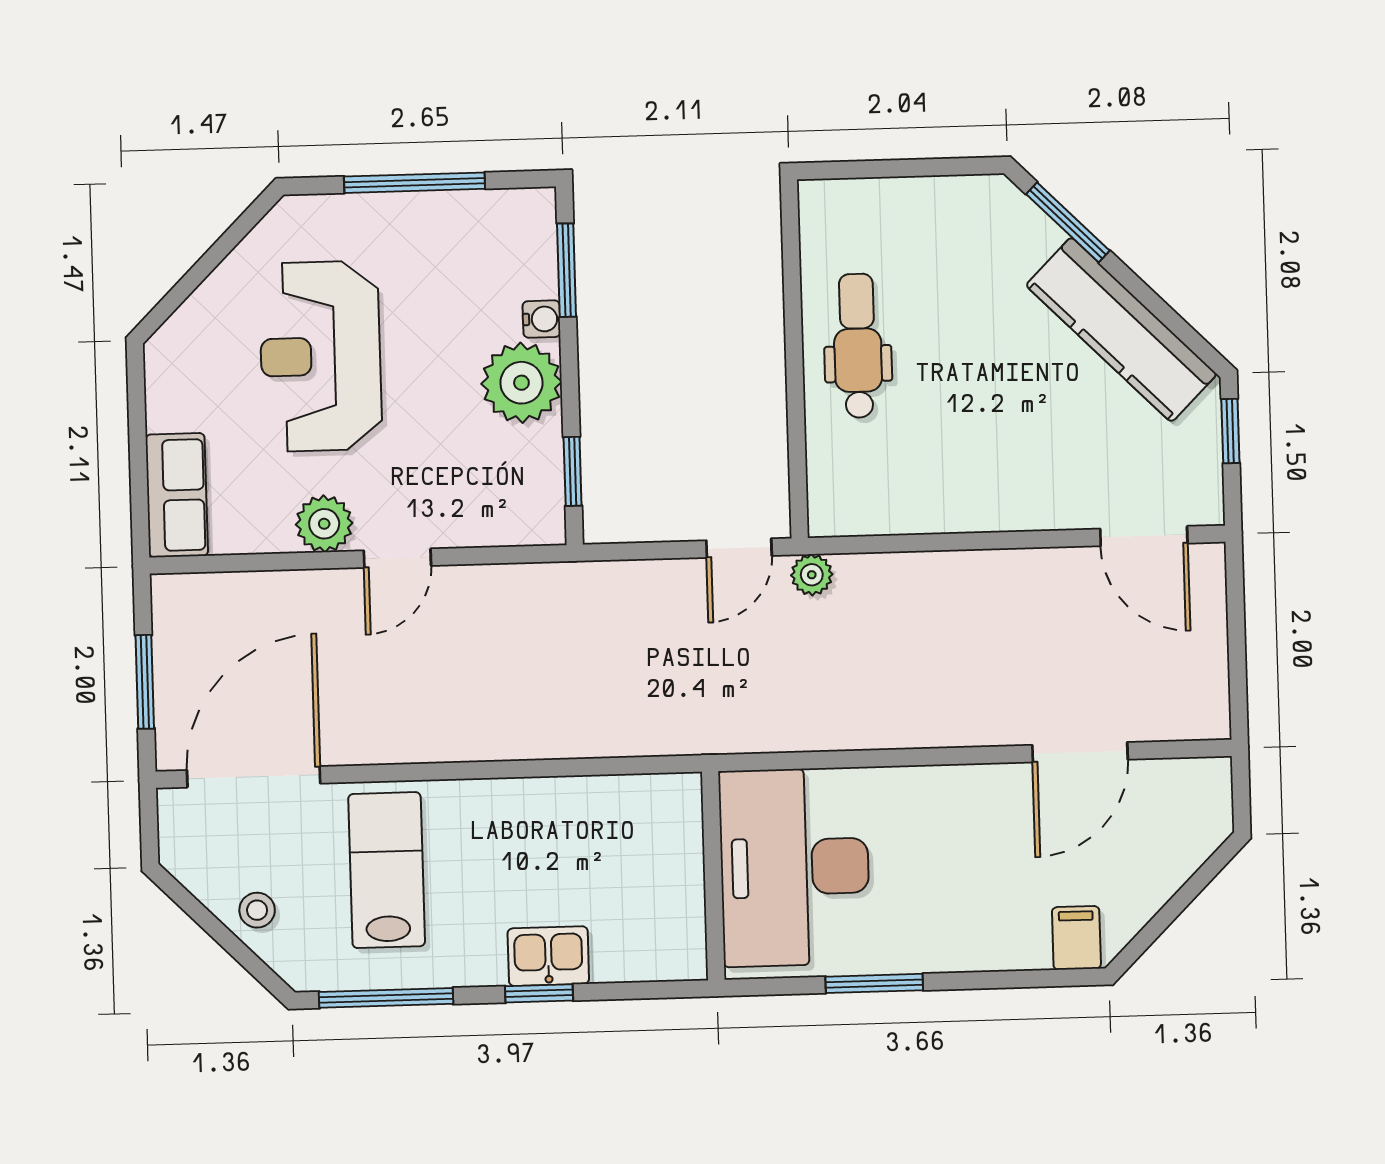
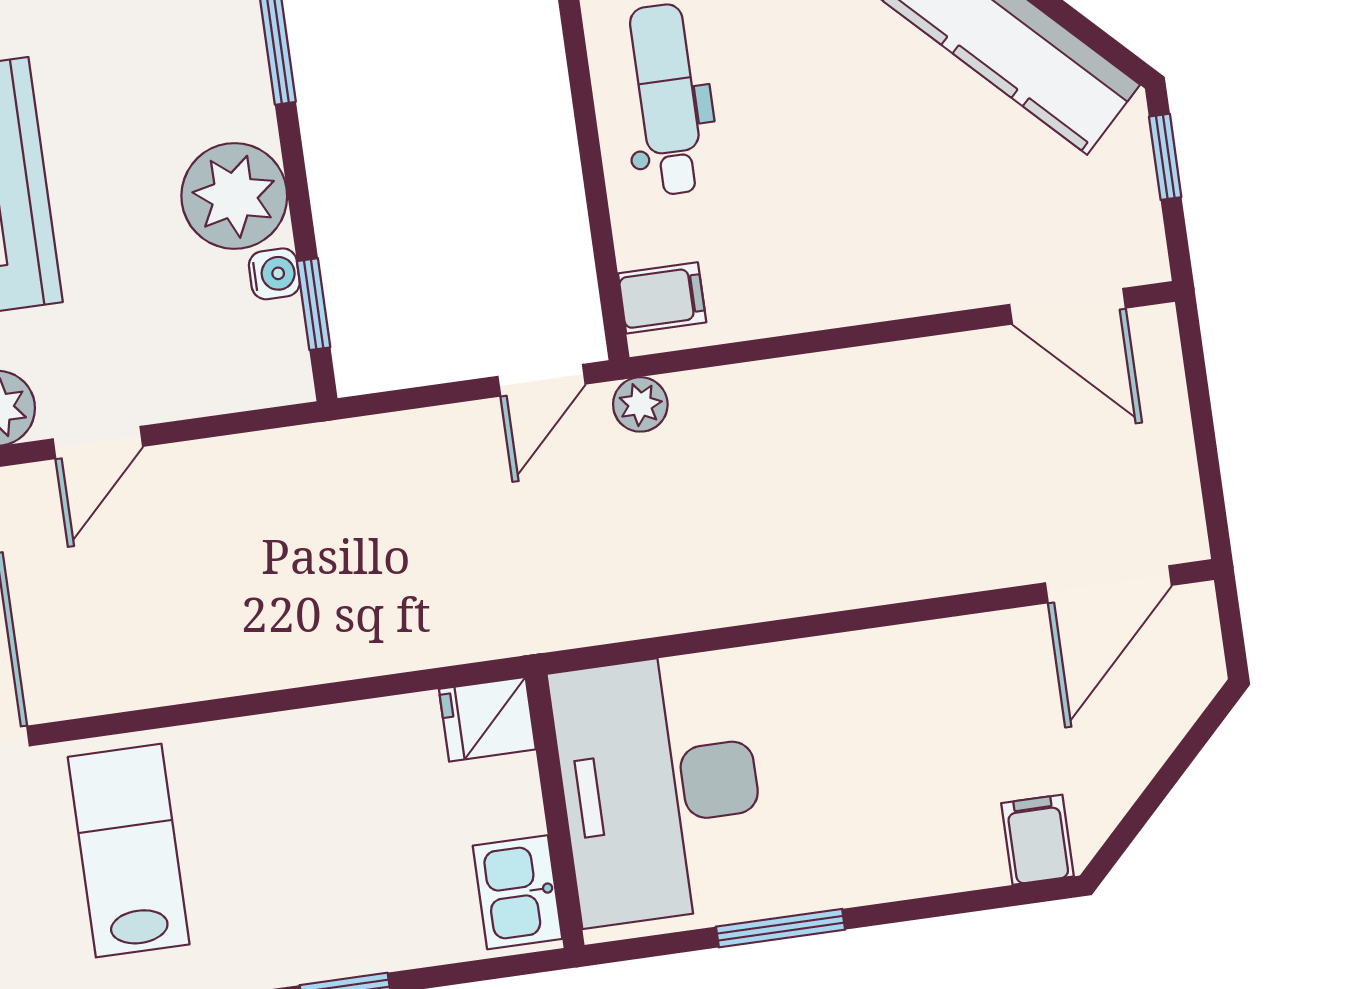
water cooler: (542, 319) -> (274, 274), moved
filing cabinet: (837, 496) -> (662, 298), added
door: (1080, 752) -> (1108, 584), moved
fridge: (669, 801) -> (487, 719), added
kitchen sink: (548, 956) -> (518, 892), moved, turned -90

